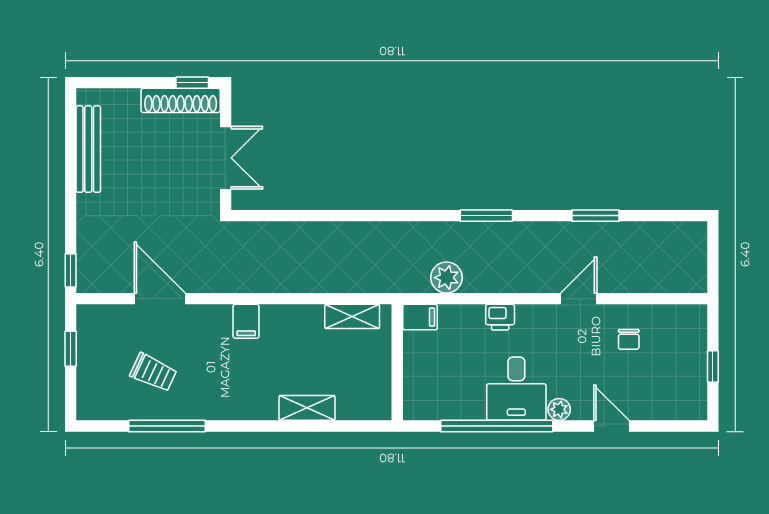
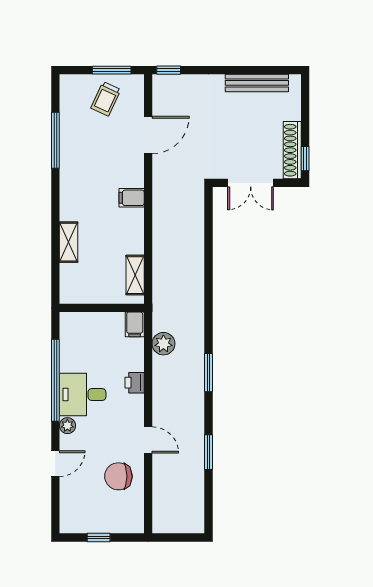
chair: (629, 339) -> (118, 476), width x1.87, depth x1.87
window: (71, 349) -> (112, 70), width x1.50
trolley: (153, 372) -> (106, 99), moved

